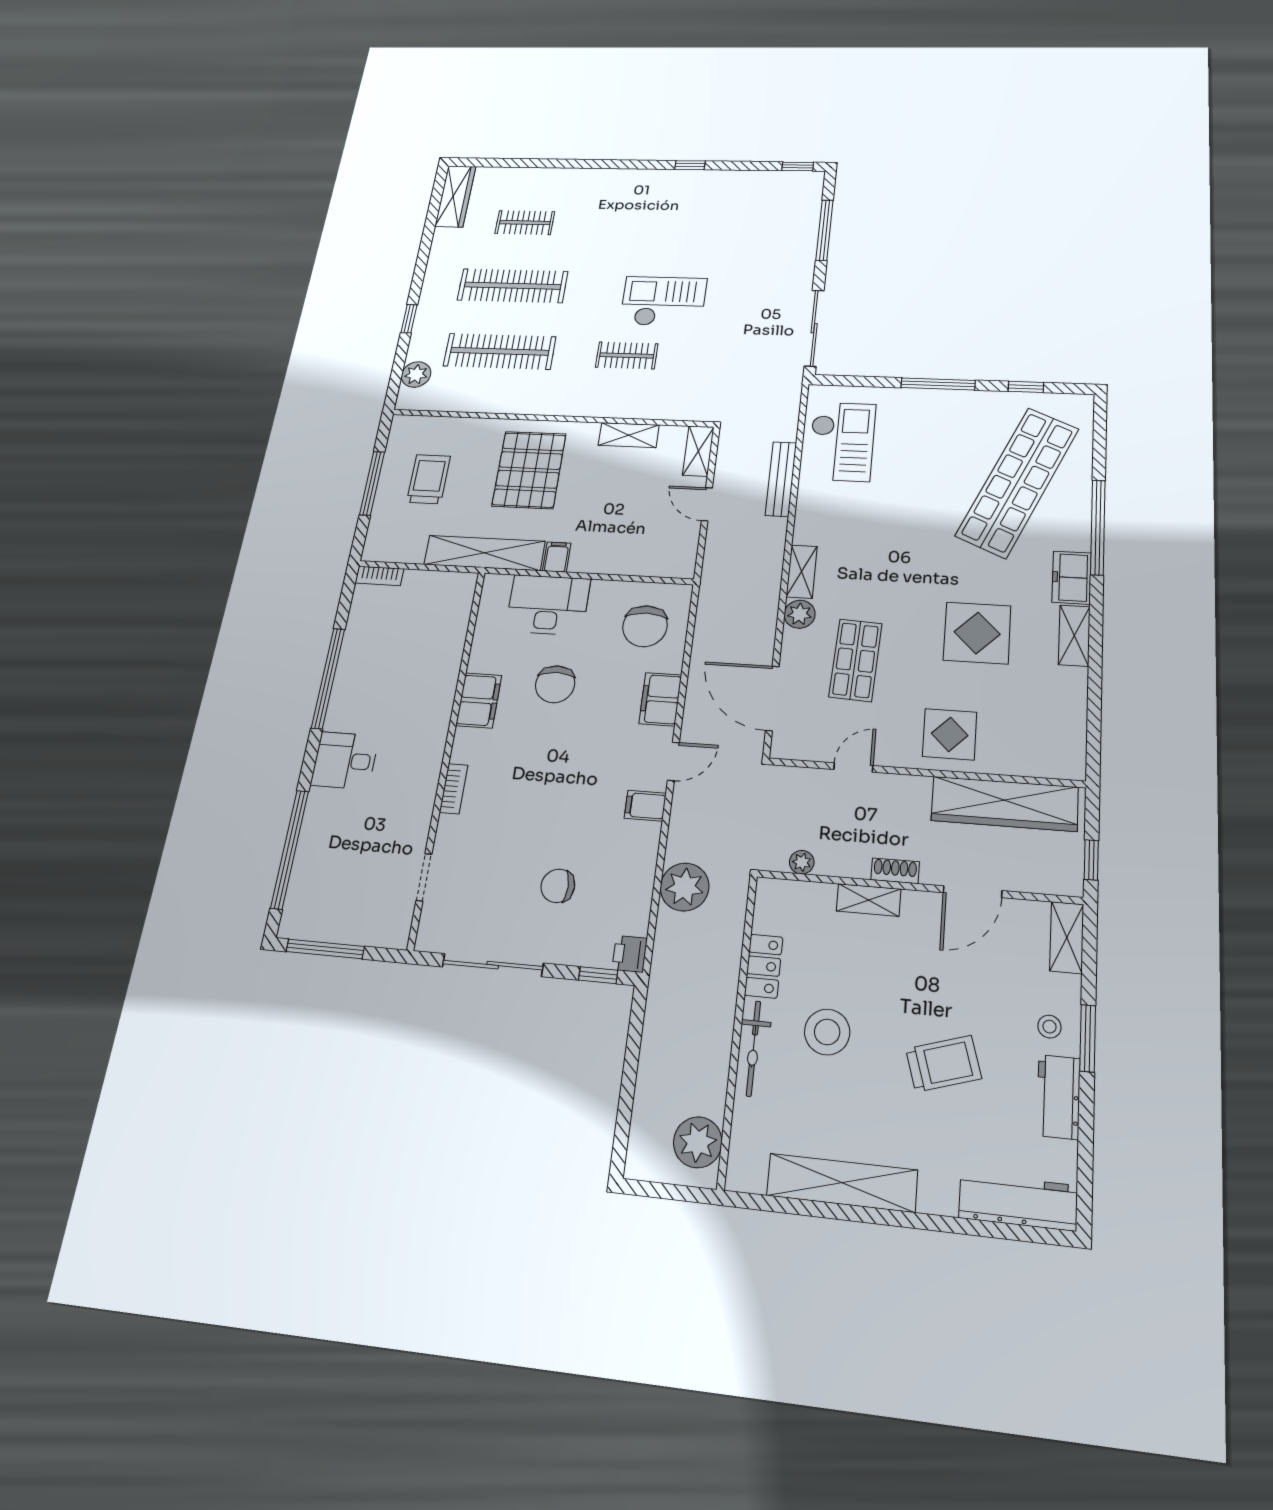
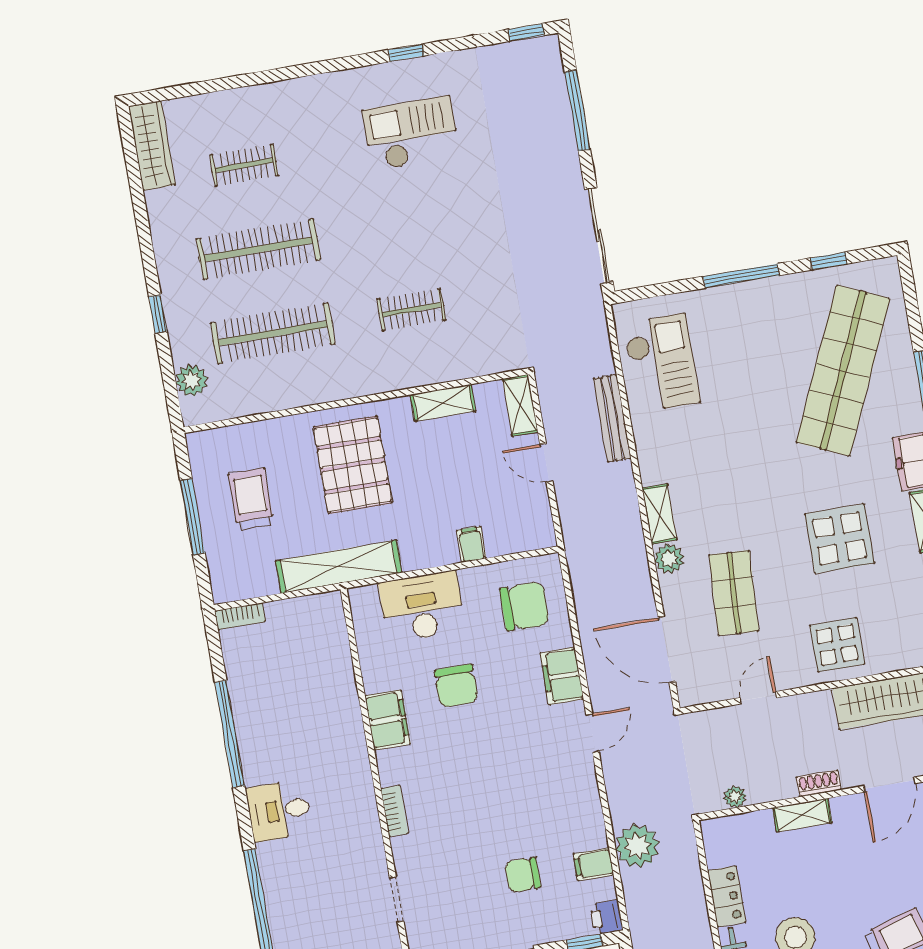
checkout: (663, 301) -> (411, 133), moved
filing cabinet: (557, 557) -> (471, 544), moved
chair: (645, 626) -> (524, 606), turned -90
filing cabinet: (645, 806) -> (593, 864), moved

